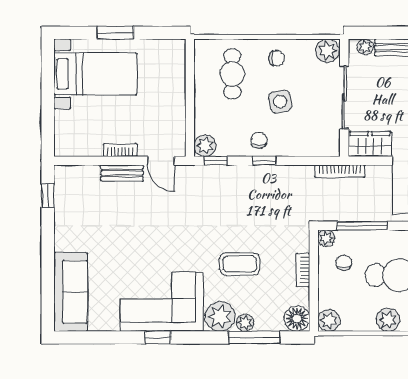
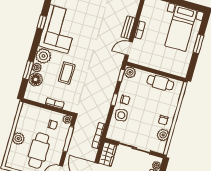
plant: (327, 51) -> (163, 135), moved
cafe table: (232, 74) -> (160, 83), moved
side table: (280, 101) -> (121, 115), moved
floor lamp: (297, 319) -> (36, 79), moved
plant: (329, 320) -> (26, 109), removed
window: (254, 337) -> (28, 70), width x0.69

